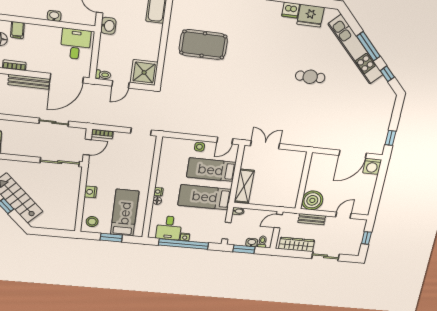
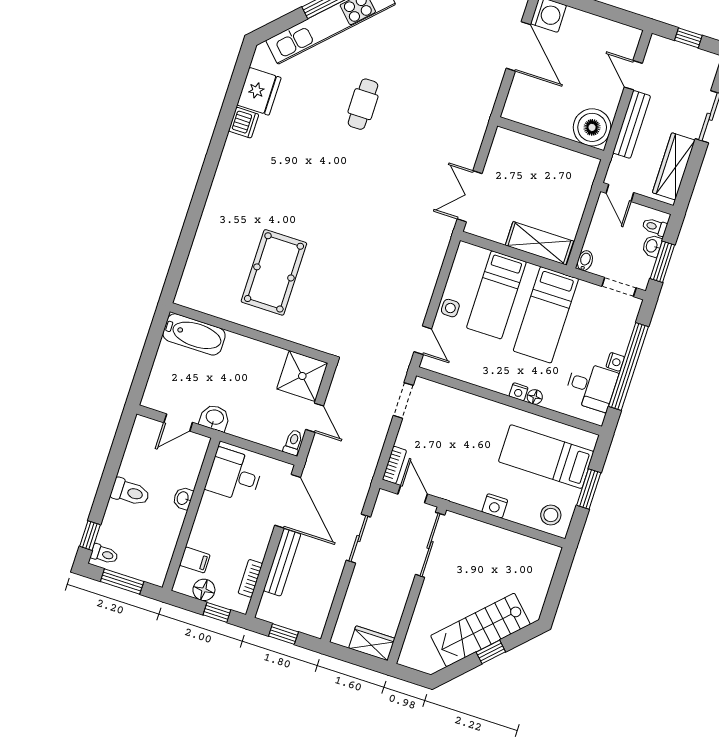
door: (225, 141) -> (423, 340), moved
bench: (312, 219) -> (632, 124), width x1.36

